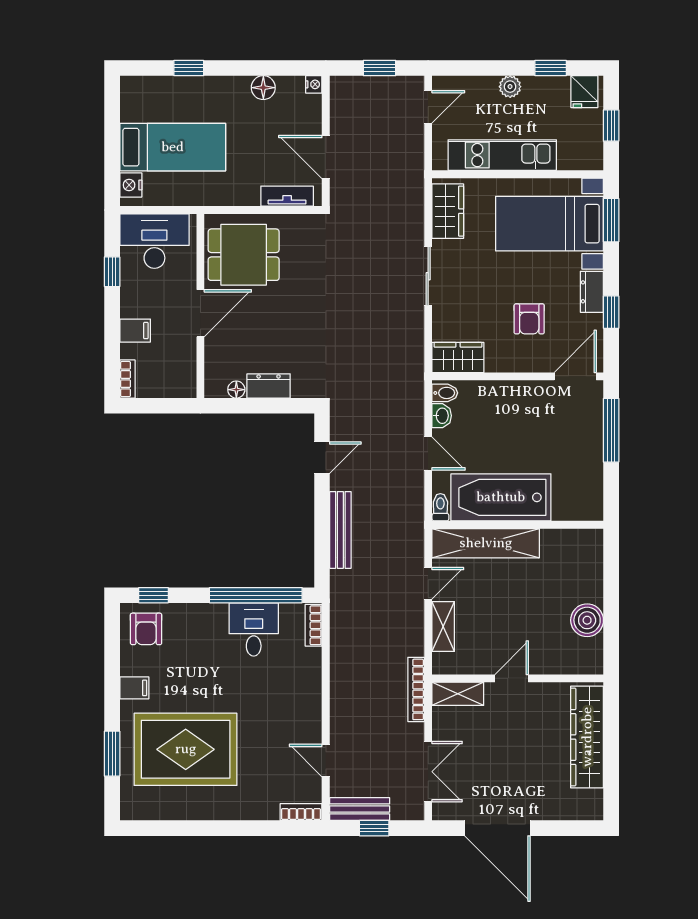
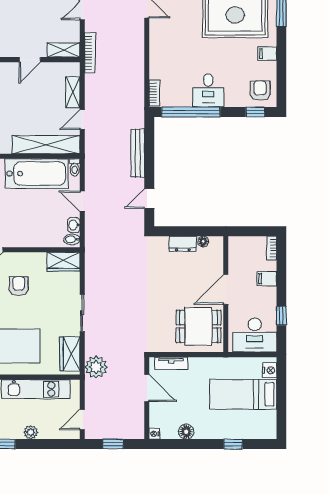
plant: (406, 190) -> (96, 367), added
desk: (254, 629) -> (208, 90), moved

